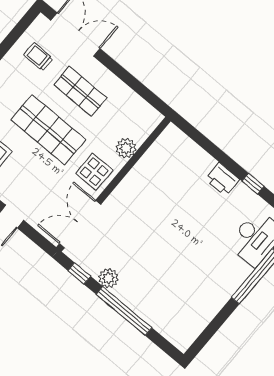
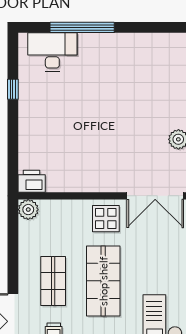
plant: (126, 148) -> (28, 210), moved
printer: (222, 179) -> (32, 181), moved, turned -90

